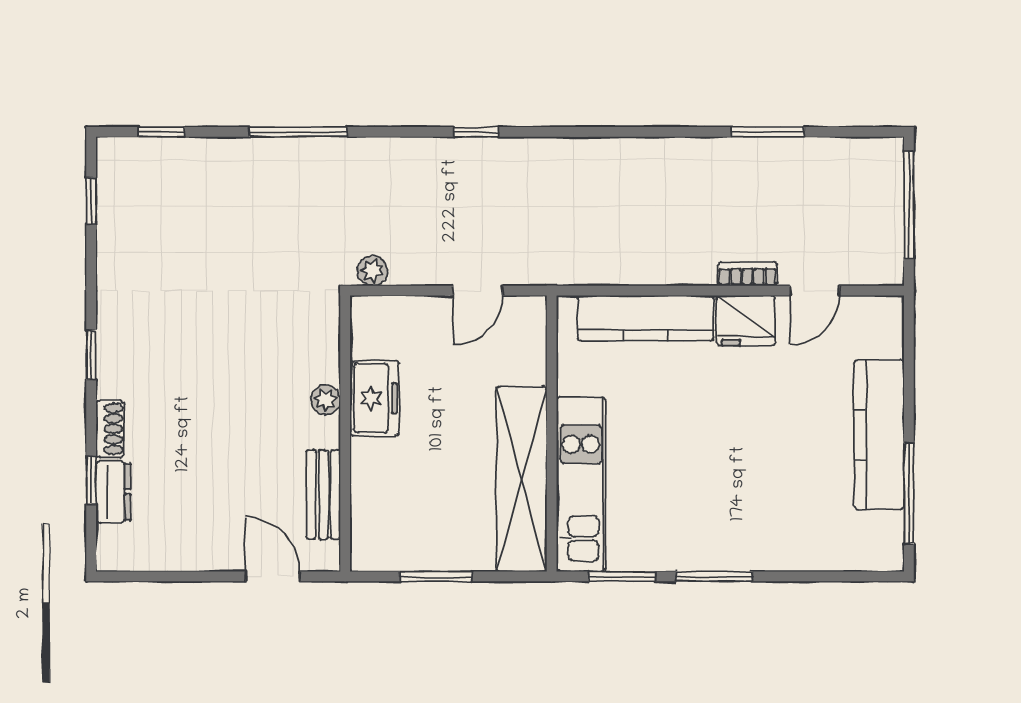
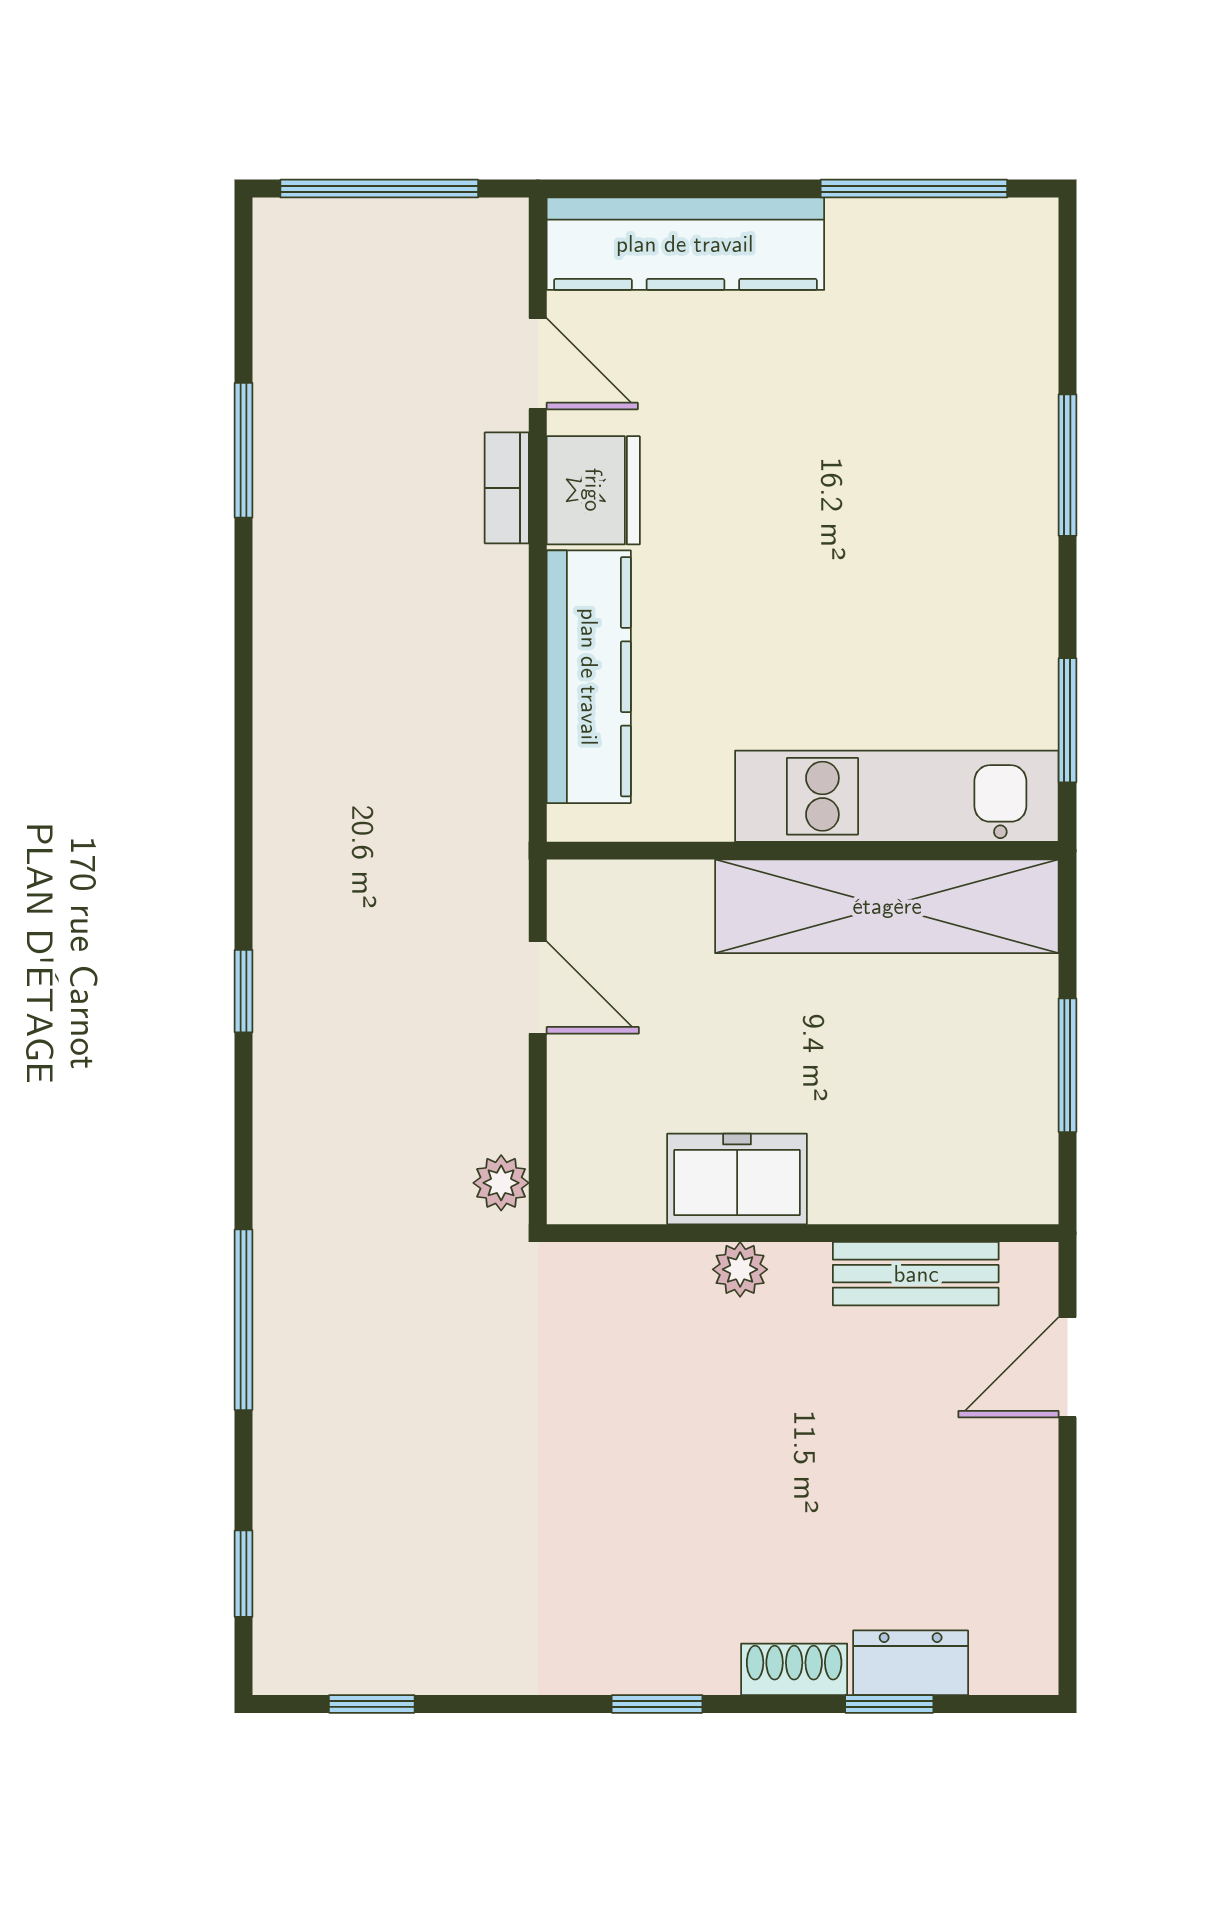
kitchen counter: (879, 435) -> (685, 244), moved
window: (714, 576) -> (1067, 465), moved

